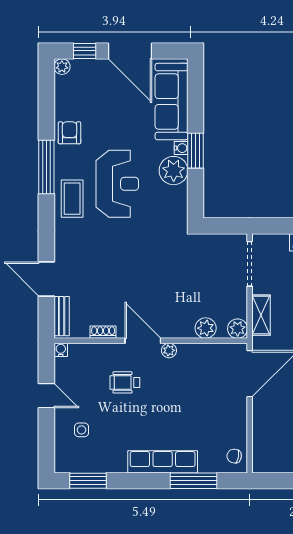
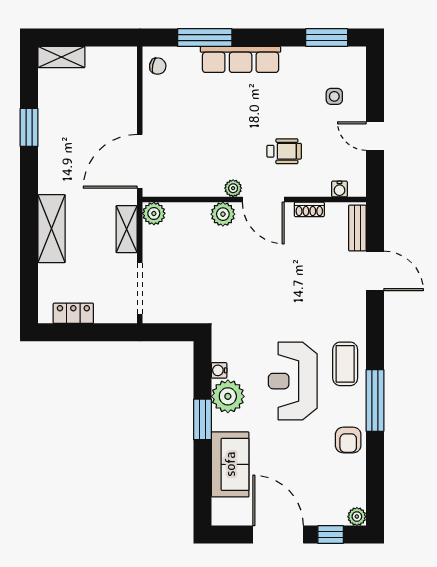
sofa: (172, 102) -> (230, 464), width x0.73
water cooler: (181, 148) -> (219, 370), moved
plant: (206, 328) -> (223, 214), moved
water cooler: (61, 350) -> (339, 189), moved

